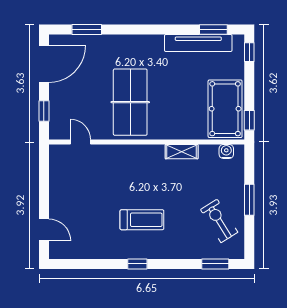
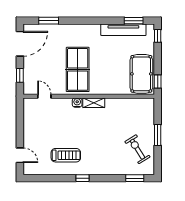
water cooler: (226, 151) -> (77, 103), moved
shelving: (182, 152) -> (94, 103), moved
treadmill: (142, 220) -> (66, 155), moved

